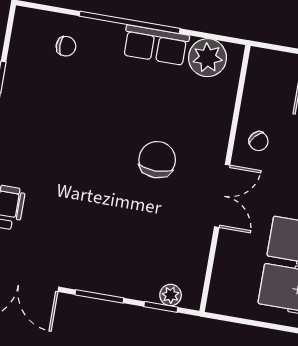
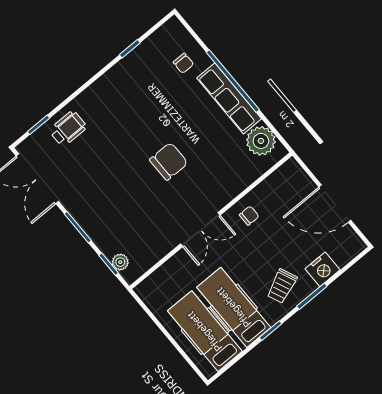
row of seats: (156, 45) -> (229, 98), width x1.48
chair: (259, 141) -> (249, 216), turned -132
chair: (157, 160) -> (169, 161), moved

